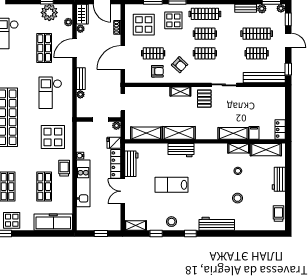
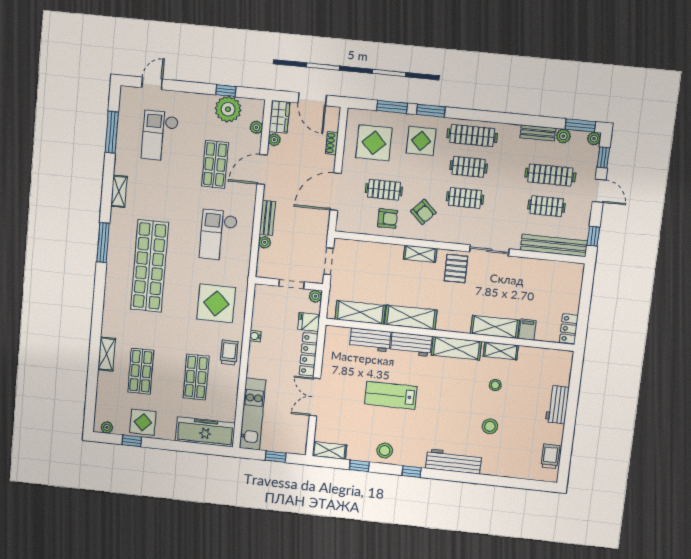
shelving: (266, 150) -> (456, 348), moved
workbench: (131, 164) -> (370, 340), moved, turned 90
kitchen unit: (83, 183) -> (253, 414), moved

